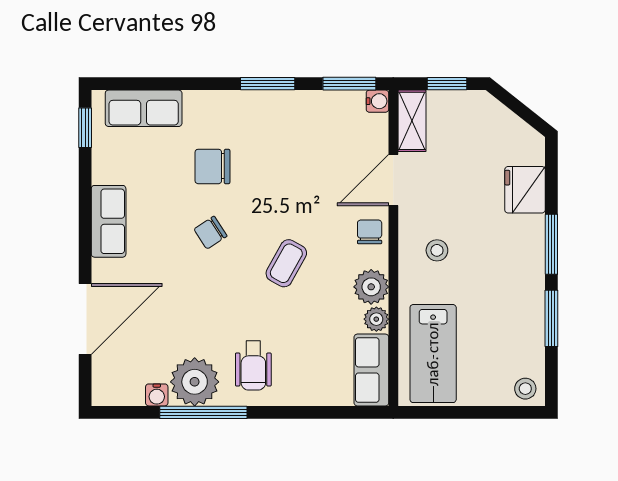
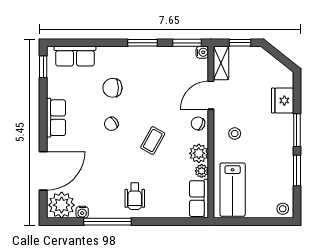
chair: (370, 232) -> (198, 123), turned -67
plant: (195, 382) -> (62, 205), moved

